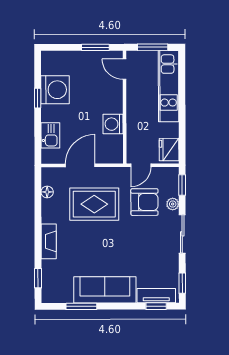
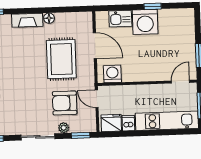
washing machine: (55, 90) -> (145, 22), moved
washing machine: (113, 124) -> (112, 74), moved
dishwasher: (170, 130) -> (128, 123), added
floor lamp: (47, 192) -> (49, 18), moved
armchair: (144, 202) -> (65, 103), turned 90

